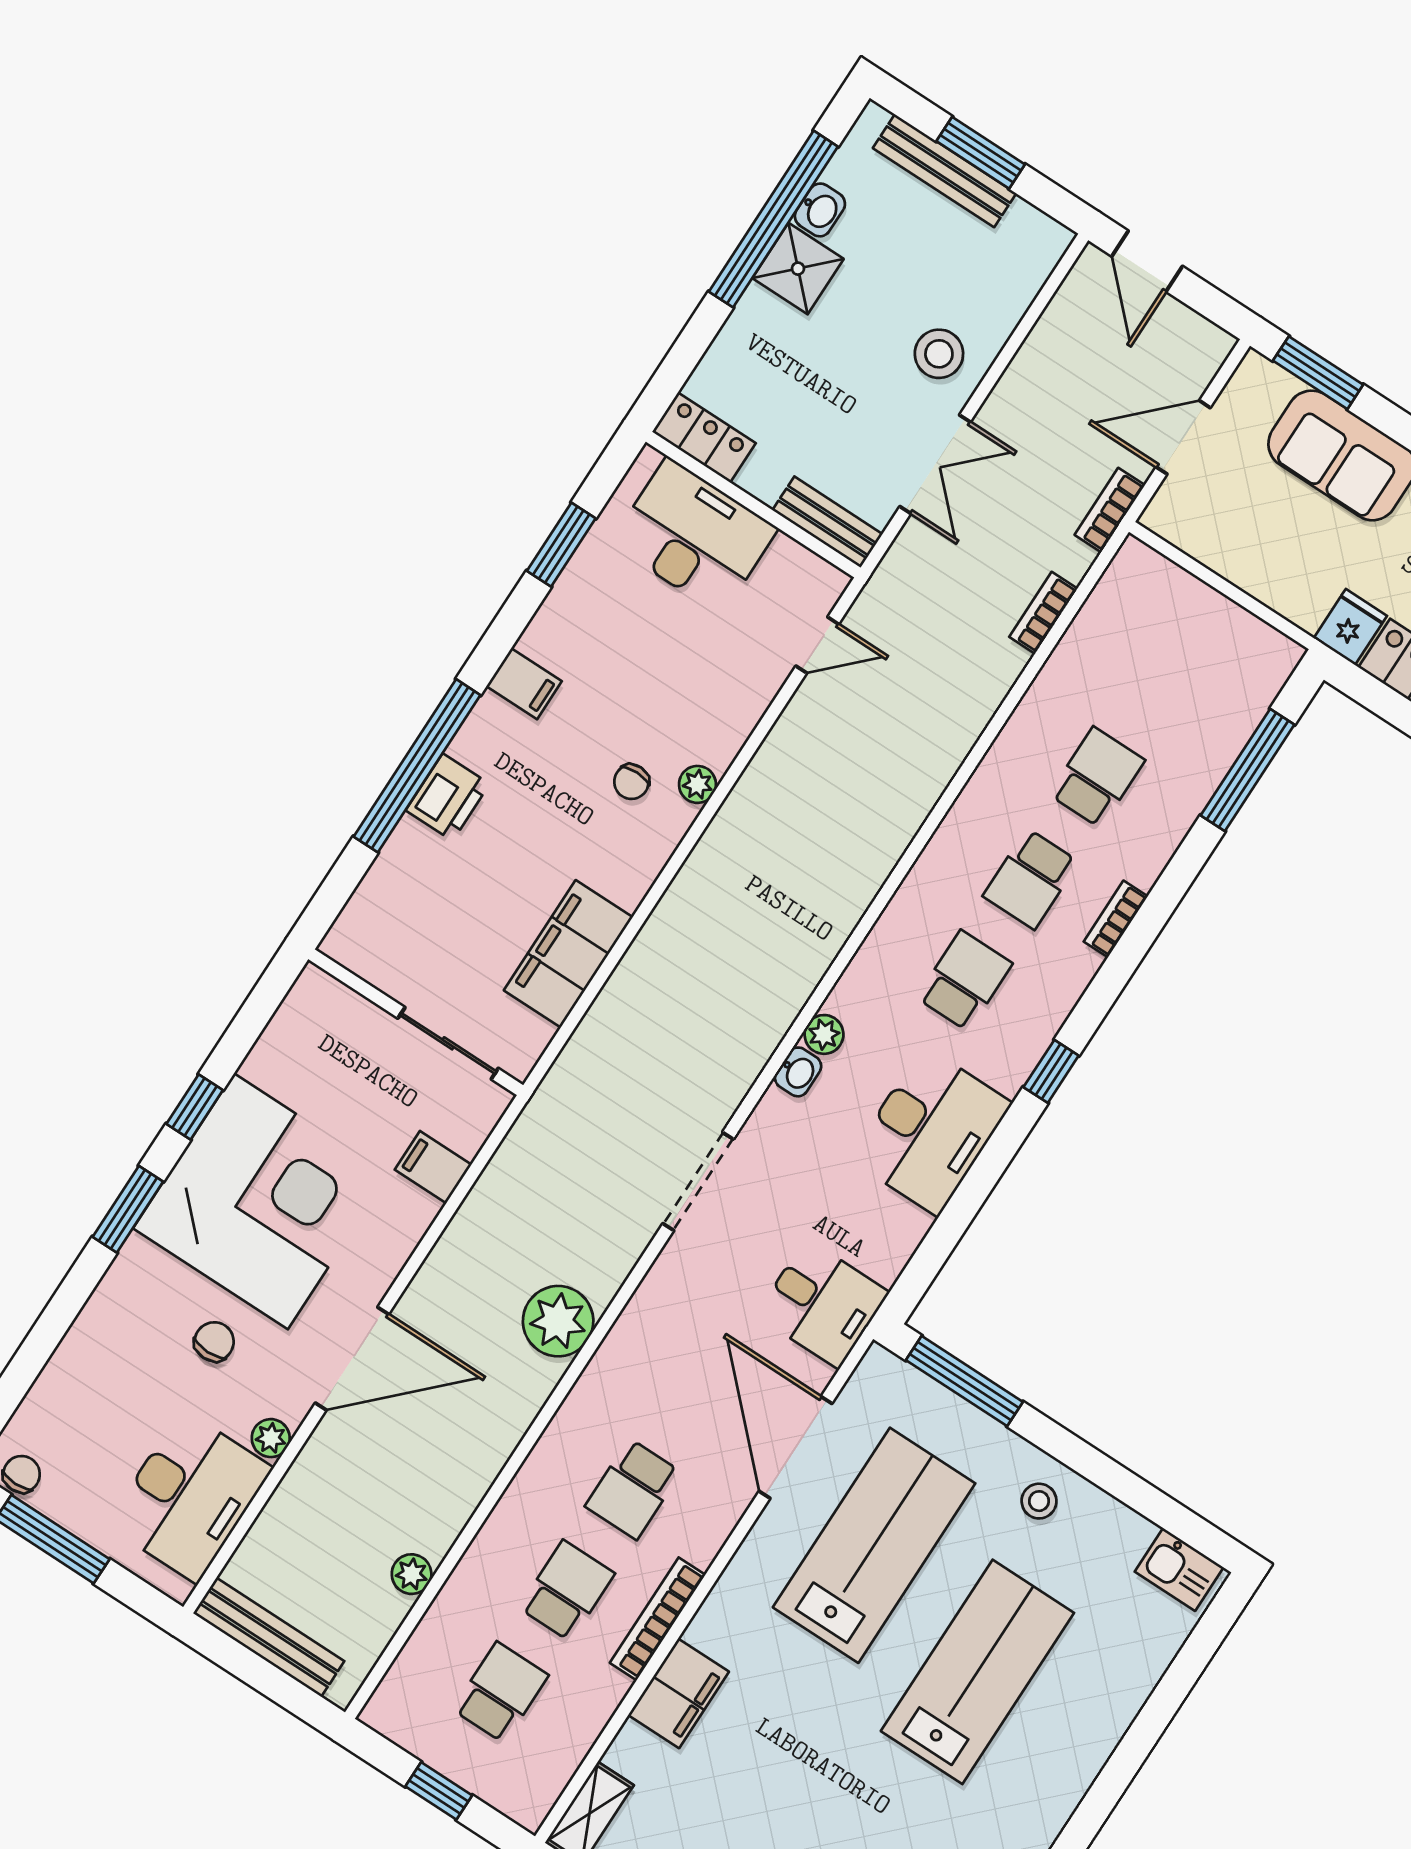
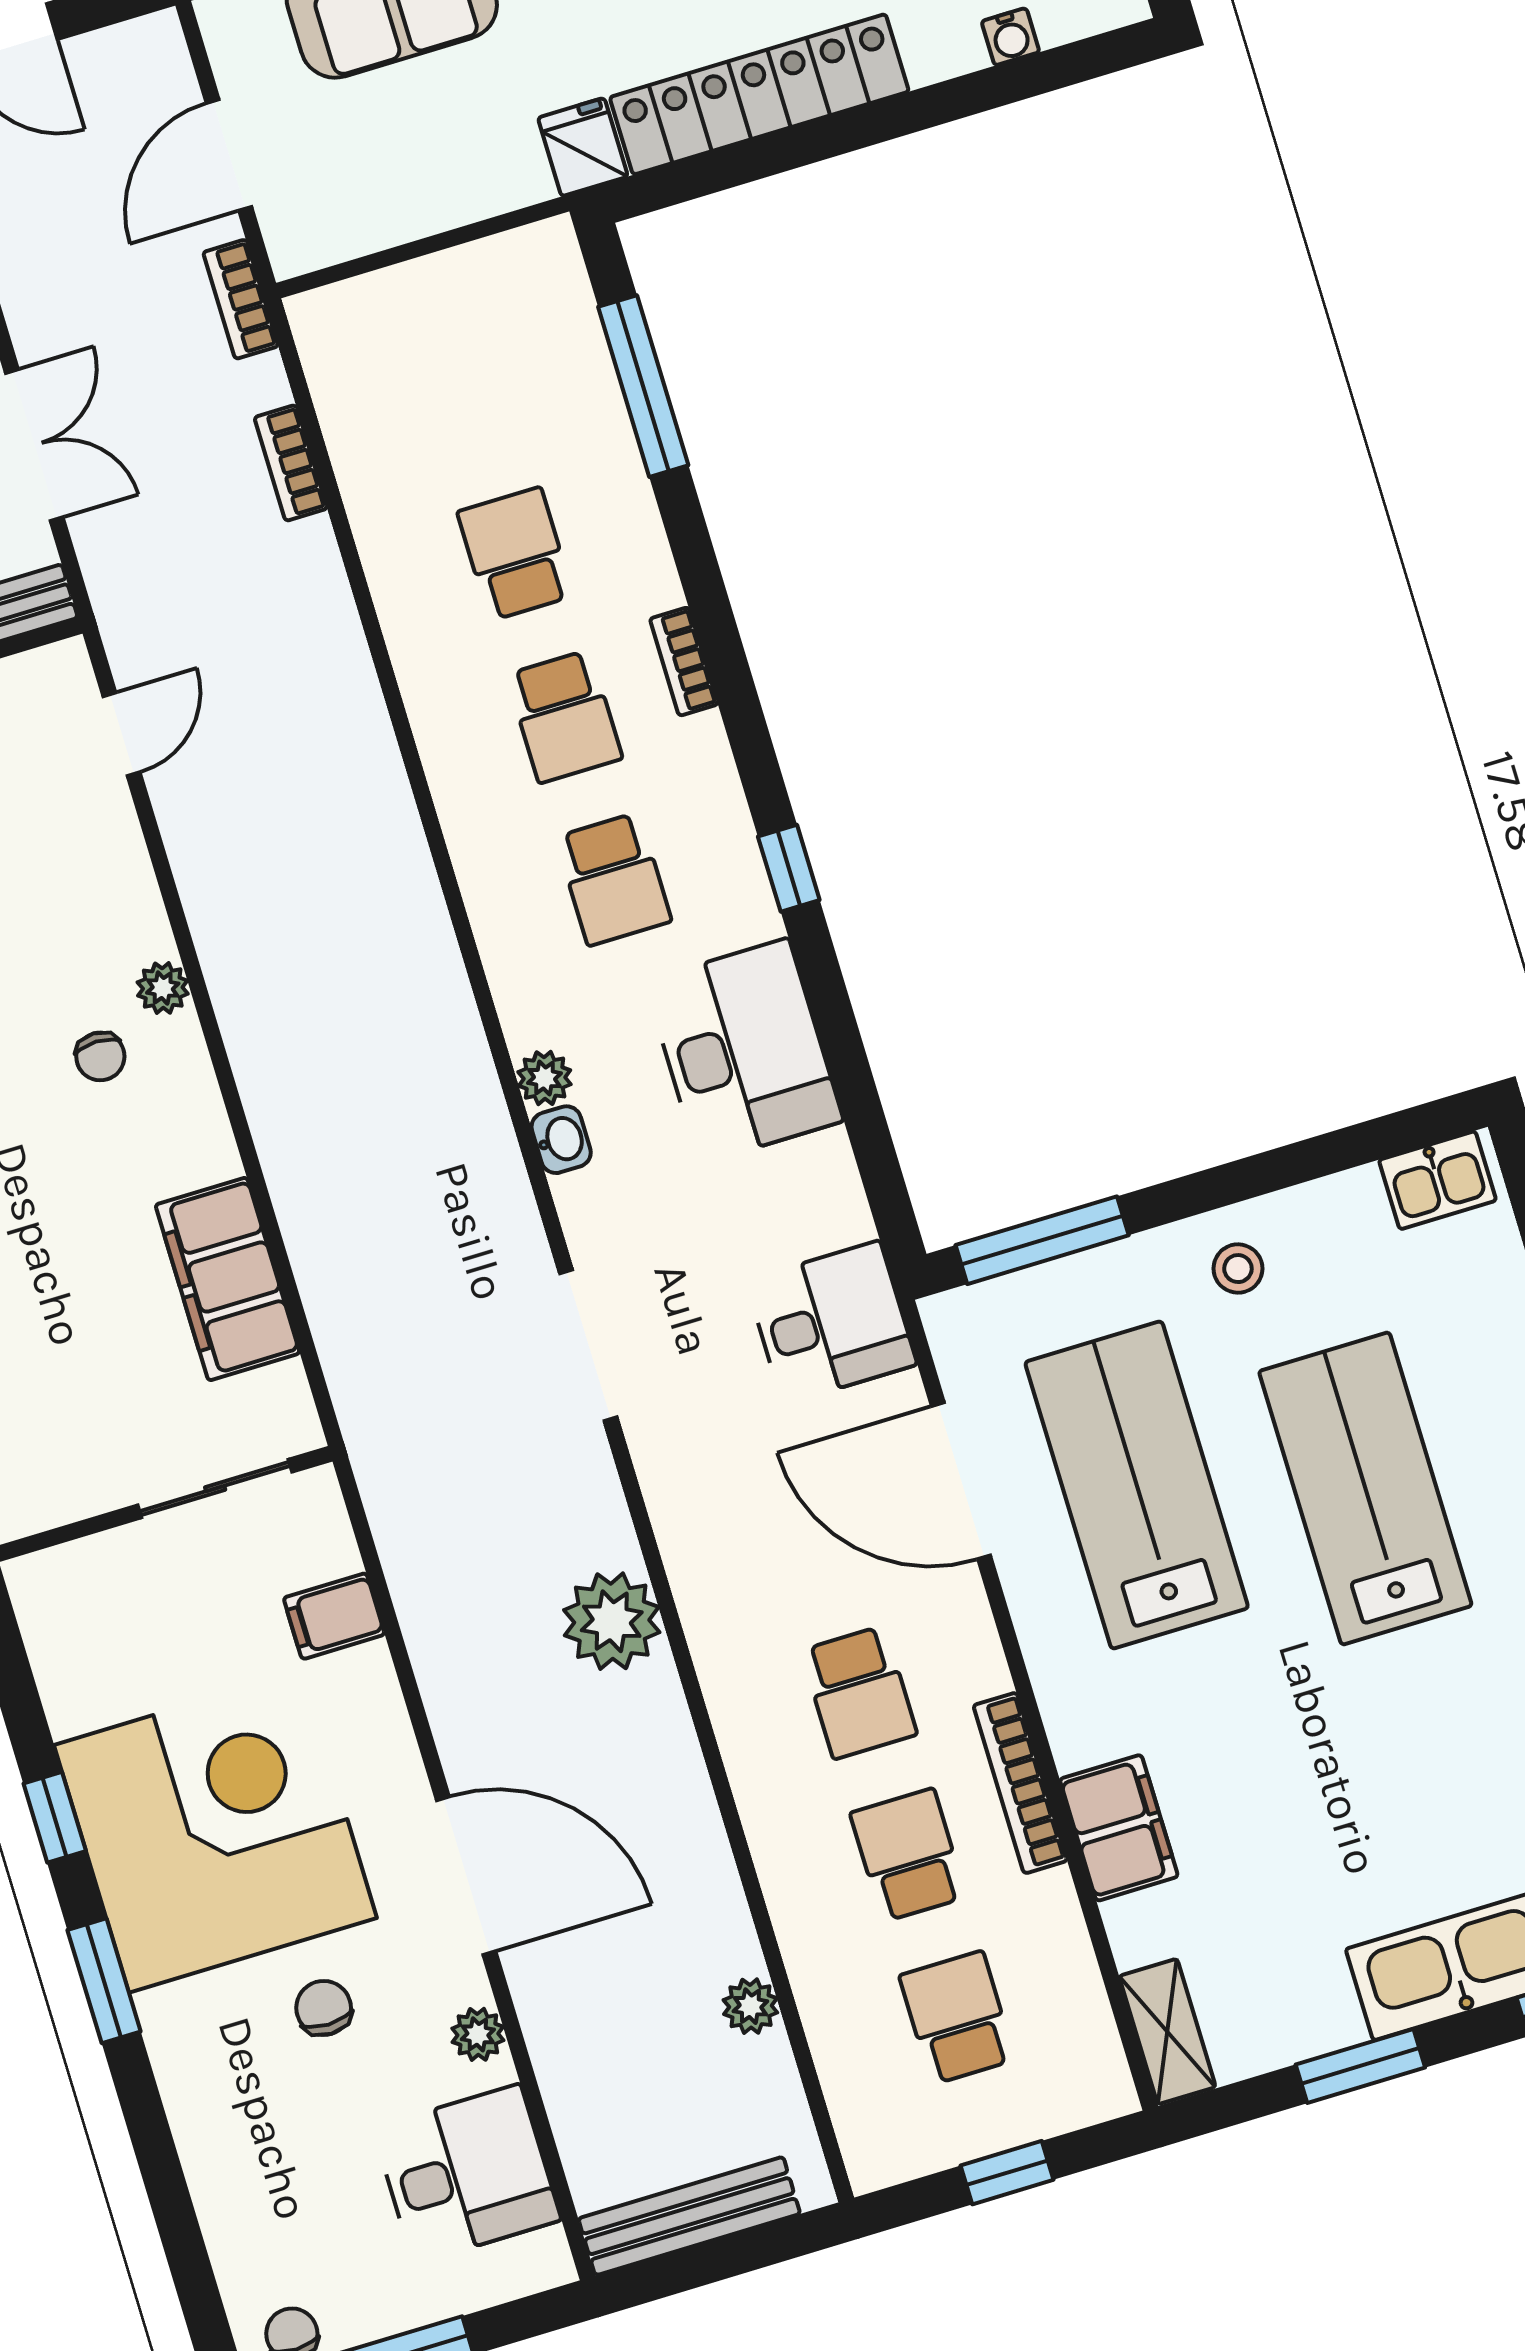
school desk: (964, 981) -> (613, 879), turned 180
door: (352, 1359) -> (466, 1876), hinge flipped
desk: (189, 1496) -> (467, 2174), width x0.73

